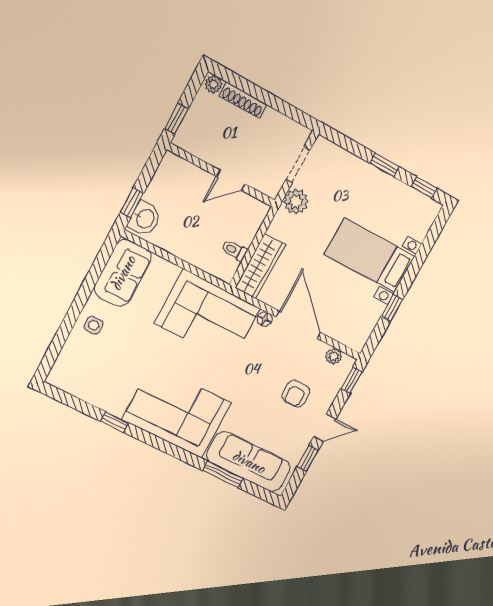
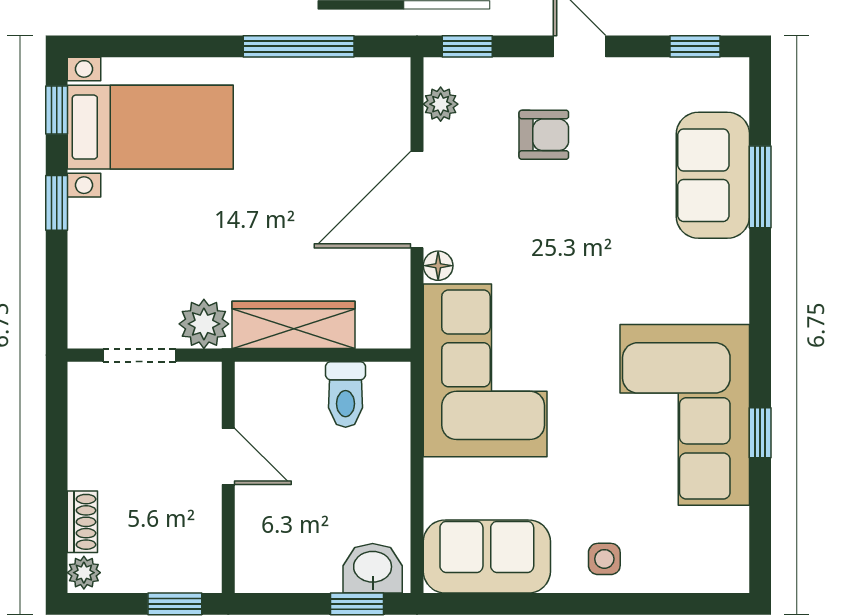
shoe rack: (243, 100) -> (82, 522), width x0.70
toilet: (234, 250) -> (346, 394), width x1.37, depth x1.39
bed with nightstands: (370, 255) -> (150, 127), moved, turned -90
wardrobe: (260, 266) -> (294, 325), moved
window: (392, 308) -> (299, 46), width x2.17
corner sofa: (177, 411) -> (685, 415), moved
window: (308, 458) -> (695, 46), moved
sofa: (249, 462) -> (713, 175), width x0.73

